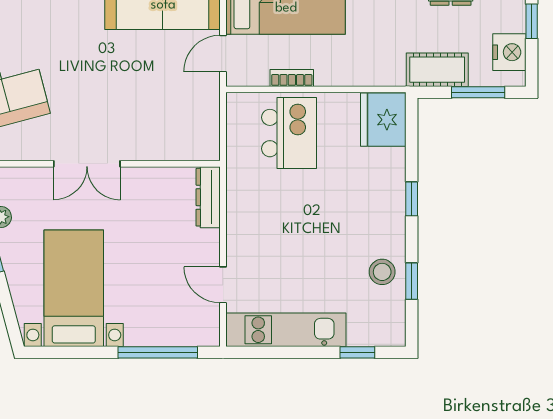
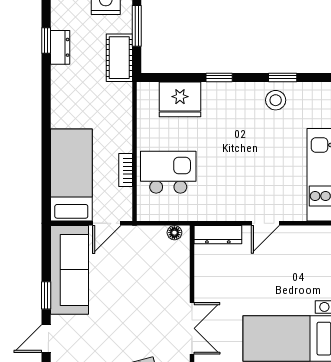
door: (223, 54) -> (107, 223), hinge flipped
fridge: (383, 120) -> (180, 99), moved
floor lamp: (211, 141) -> (174, 233), added
door: (223, 285) -> (265, 223), moved

